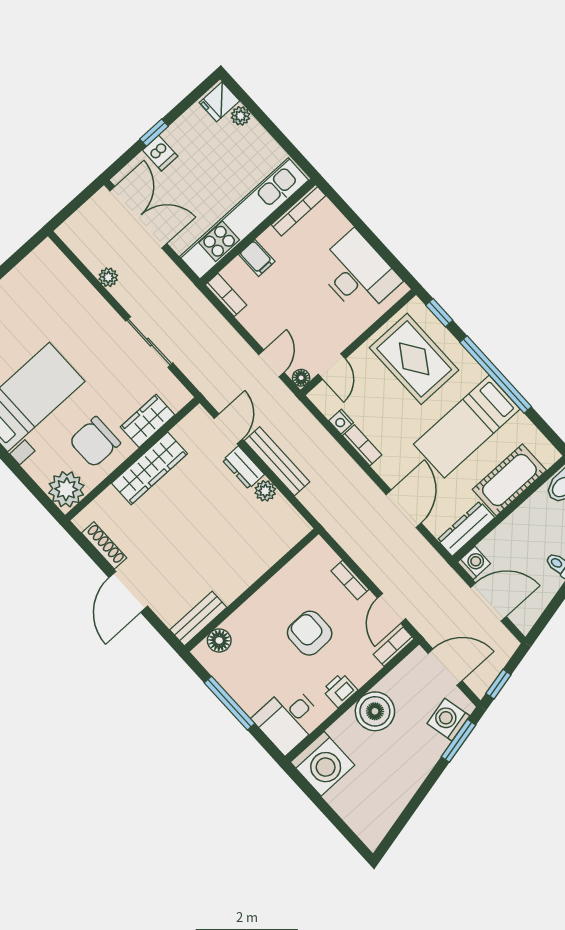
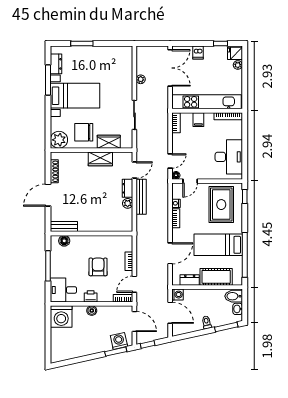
window: (154, 133) -> (220, 43), moved
window: (496, 375) -> (245, 255), moved
wardrobe: (149, 468) -> (100, 159), width x0.67
dresser: (466, 529) -> (190, 280), width x0.70
boiler: (375, 711) -> (92, 311), width x0.54, depth x0.54

